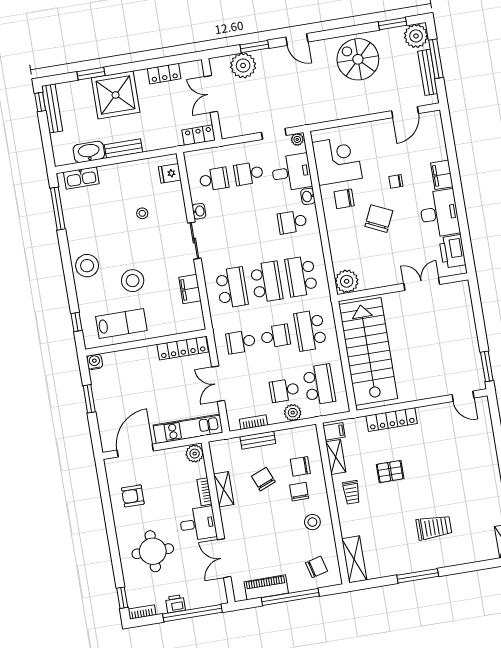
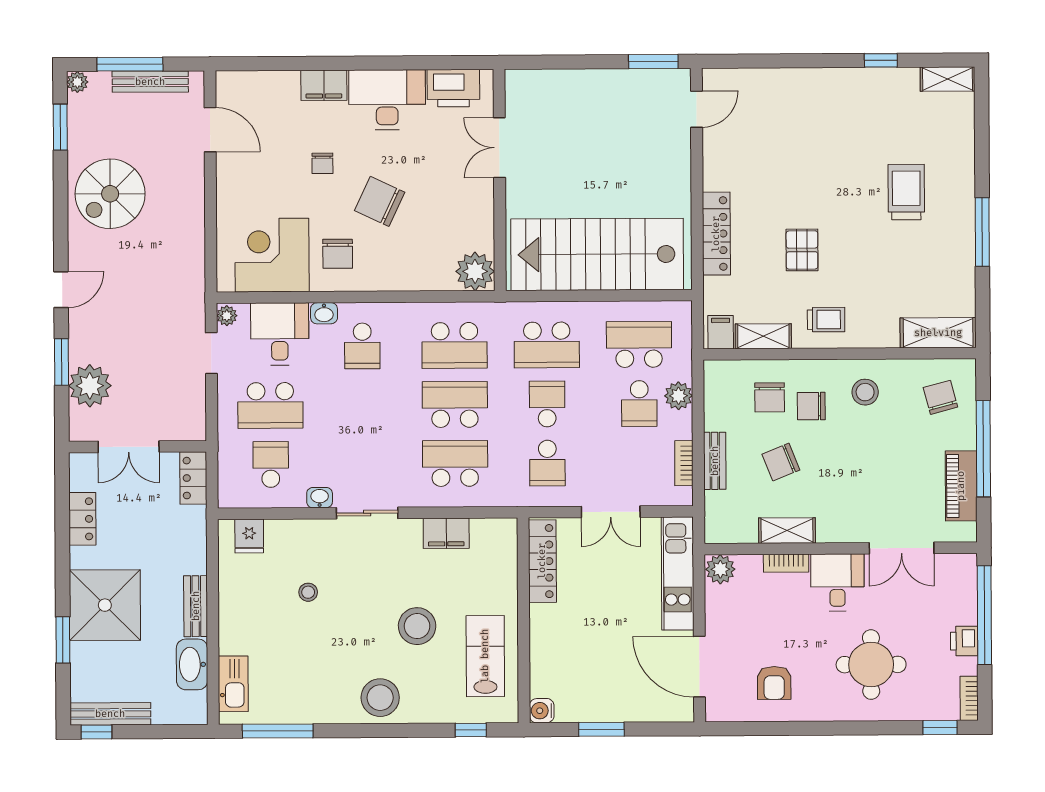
plant: (416, 36) -> (77, 82), width x0.53, depth x0.53
school desk: (249, 174) -> (270, 405), width x1.85

